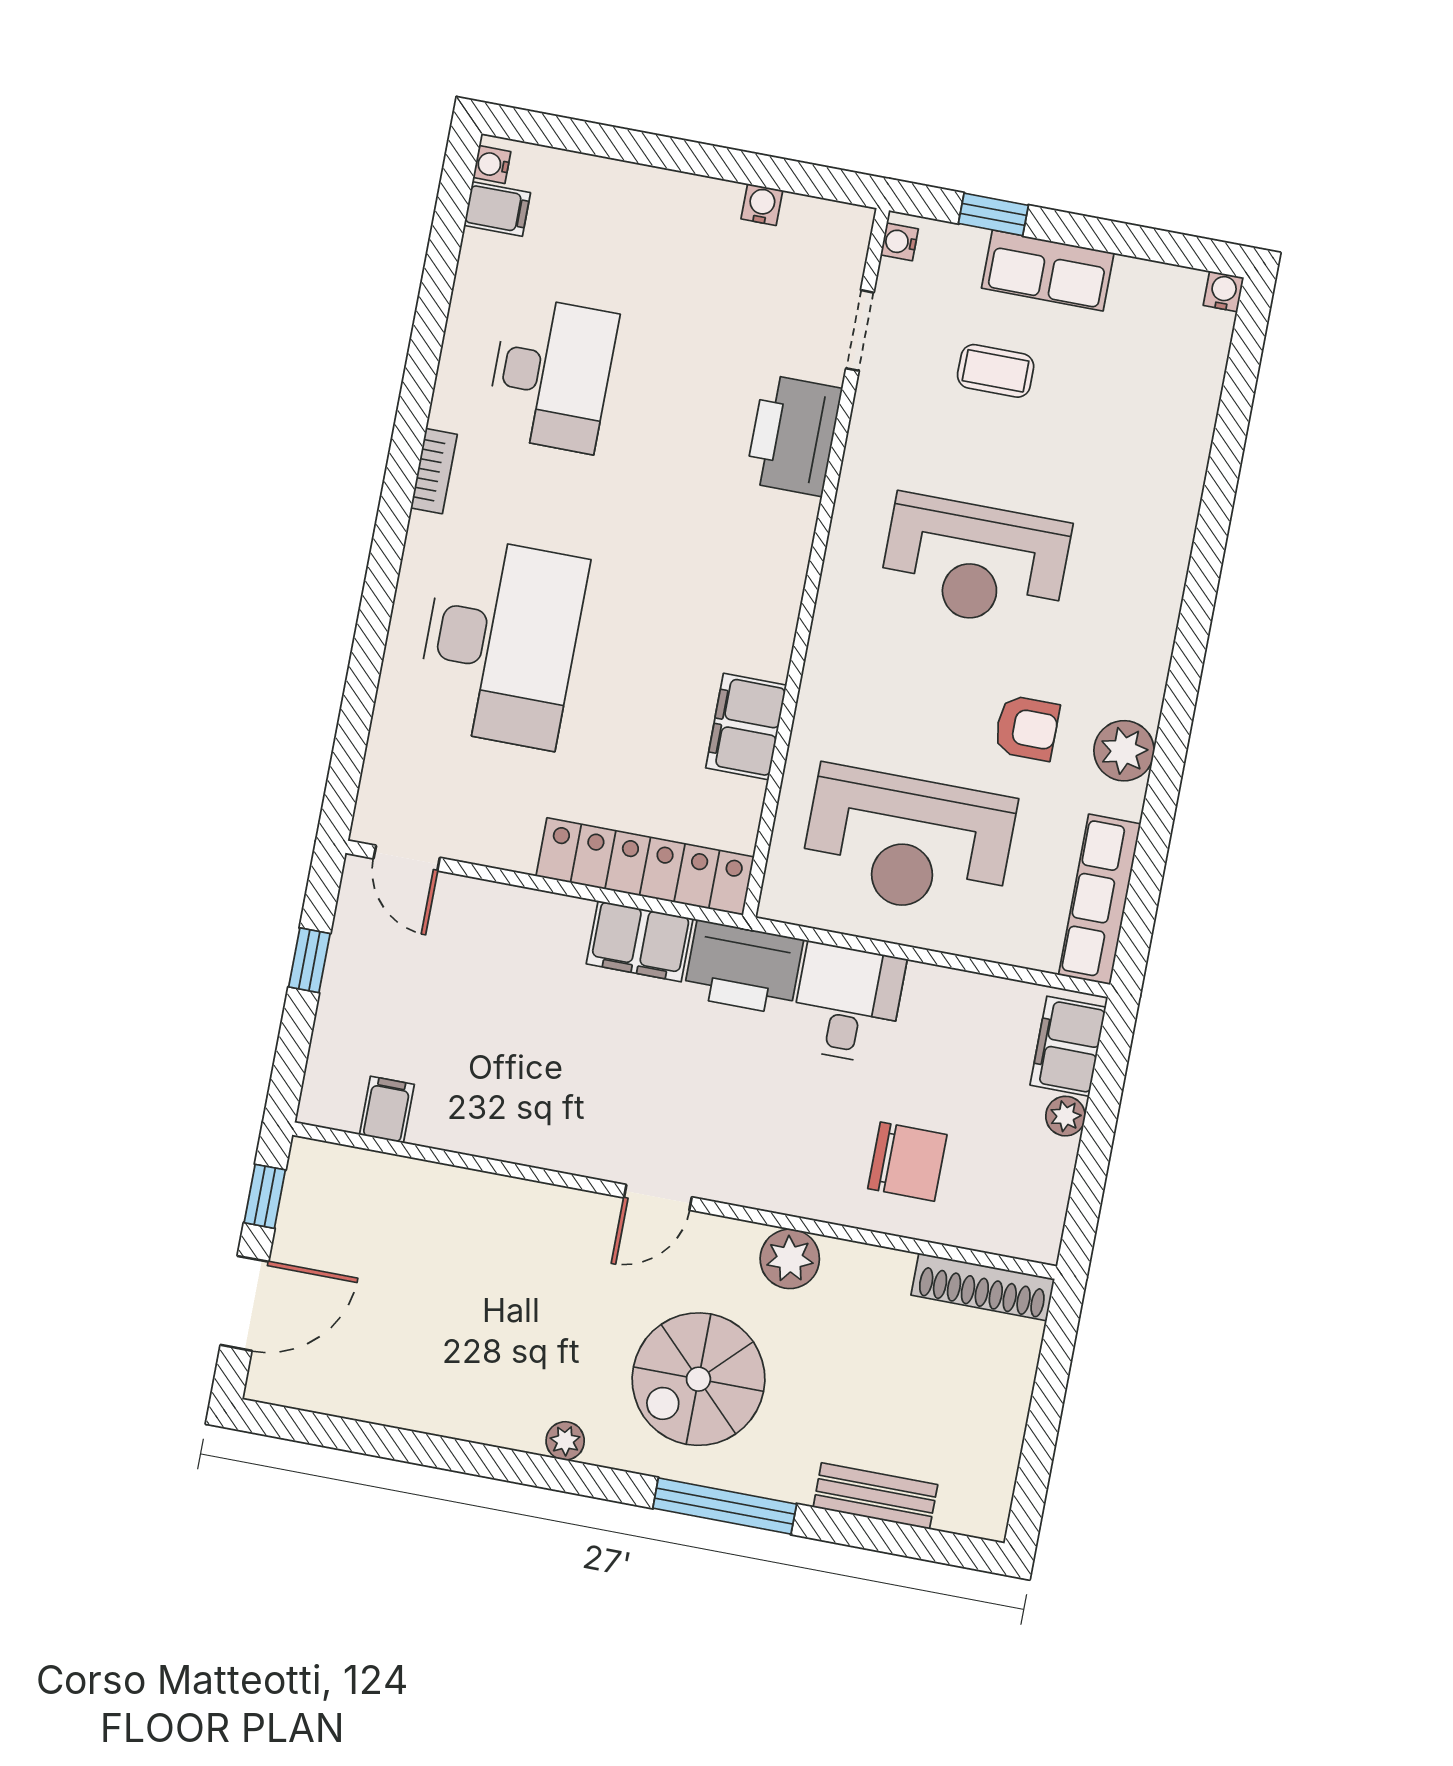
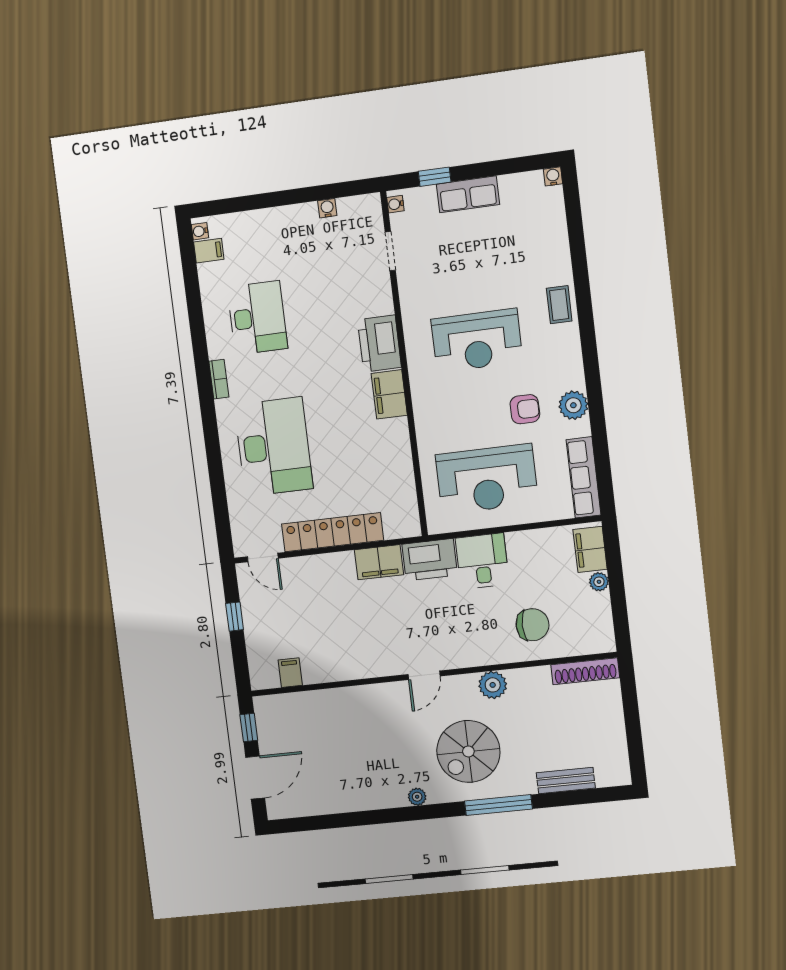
coffee table: (996, 371) -> (559, 305), moved, turned 90
printer: (793, 435) -> (379, 344), moved
filing cabinet: (746, 726) -> (389, 394), moved
locker: (645, 867) -> (333, 532), moved

